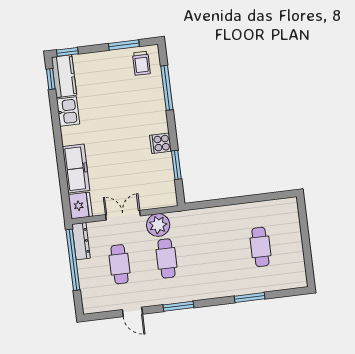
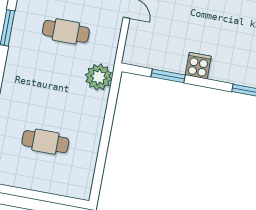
plant: (158, 225) -> (99, 77), moved

